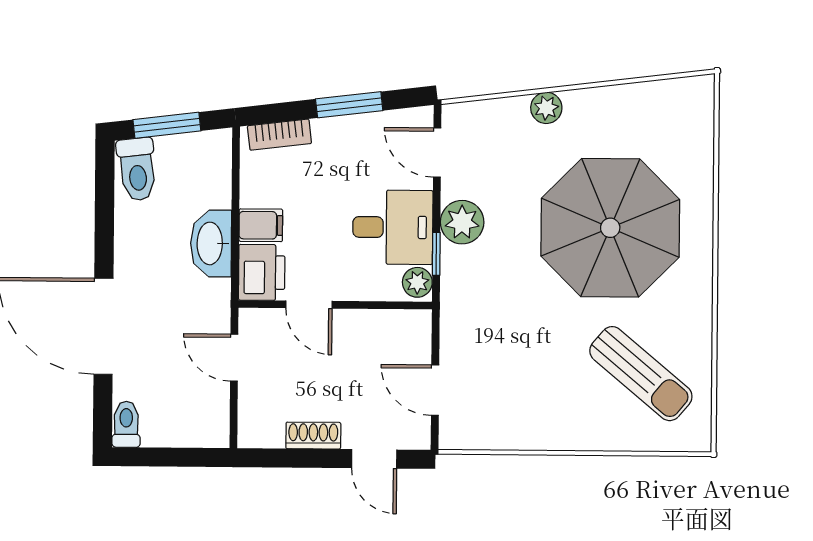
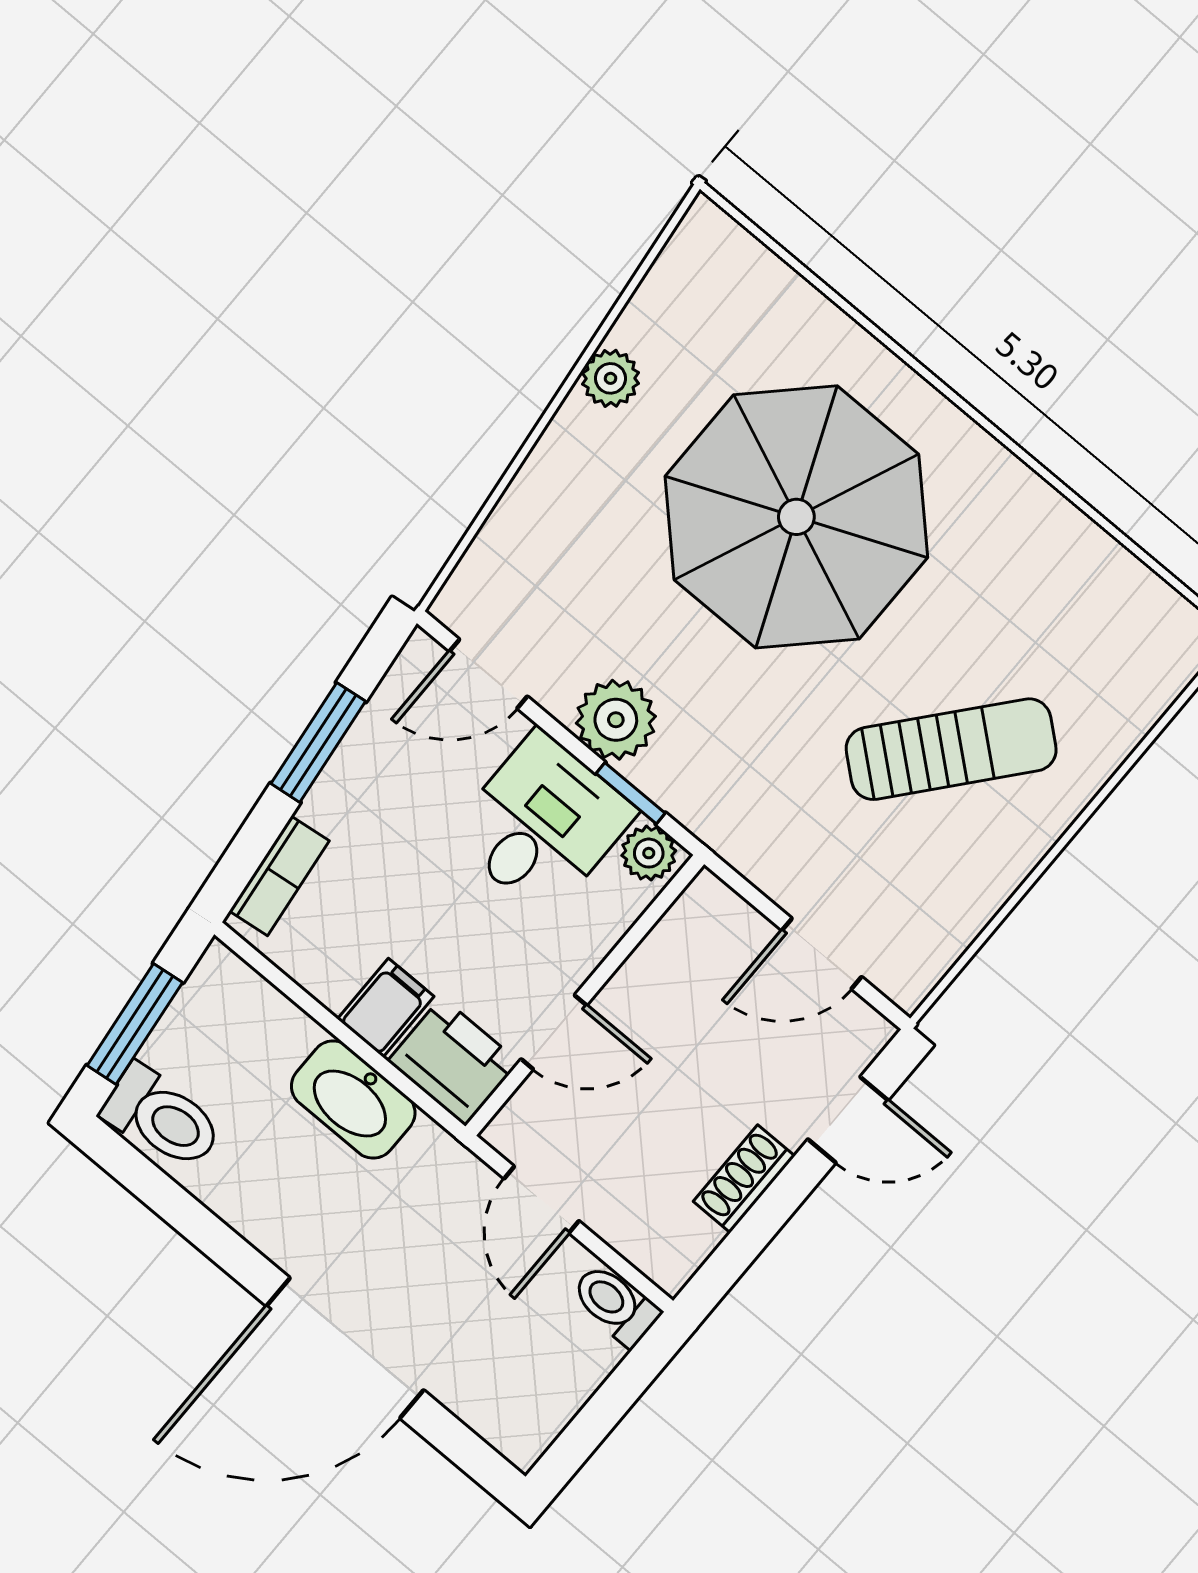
plant: (546, 108) -> (610, 378), moved
door: (234, 358) -> (542, 1200), hinge flipped
sun lounger: (641, 374) -> (951, 749), moved
toilet: (126, 424) -> (615, 1304), moved

